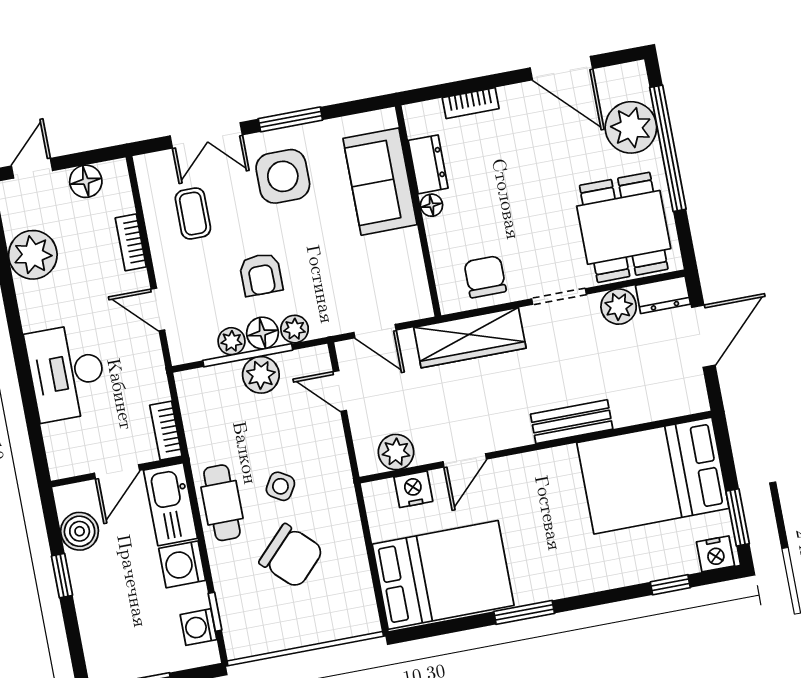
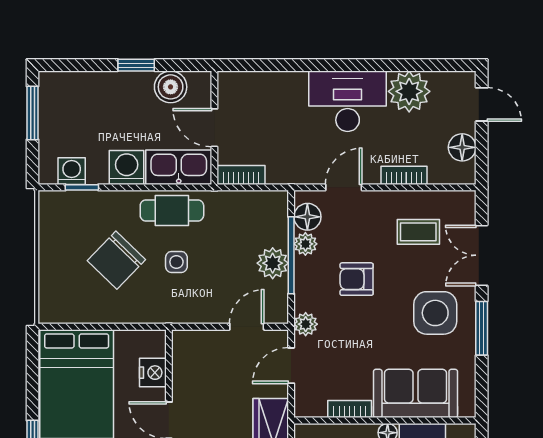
bookcase: (412, 254) -> (350, 409), added
plant: (295, 329) -> (306, 324), moved
floor lamp: (262, 333) -> (307, 217), moved
desk: (67, 372) -> (348, 101), moved
plant: (396, 452) -> (187, 364), removed
side table: (280, 486) -> (176, 262), turned -31

